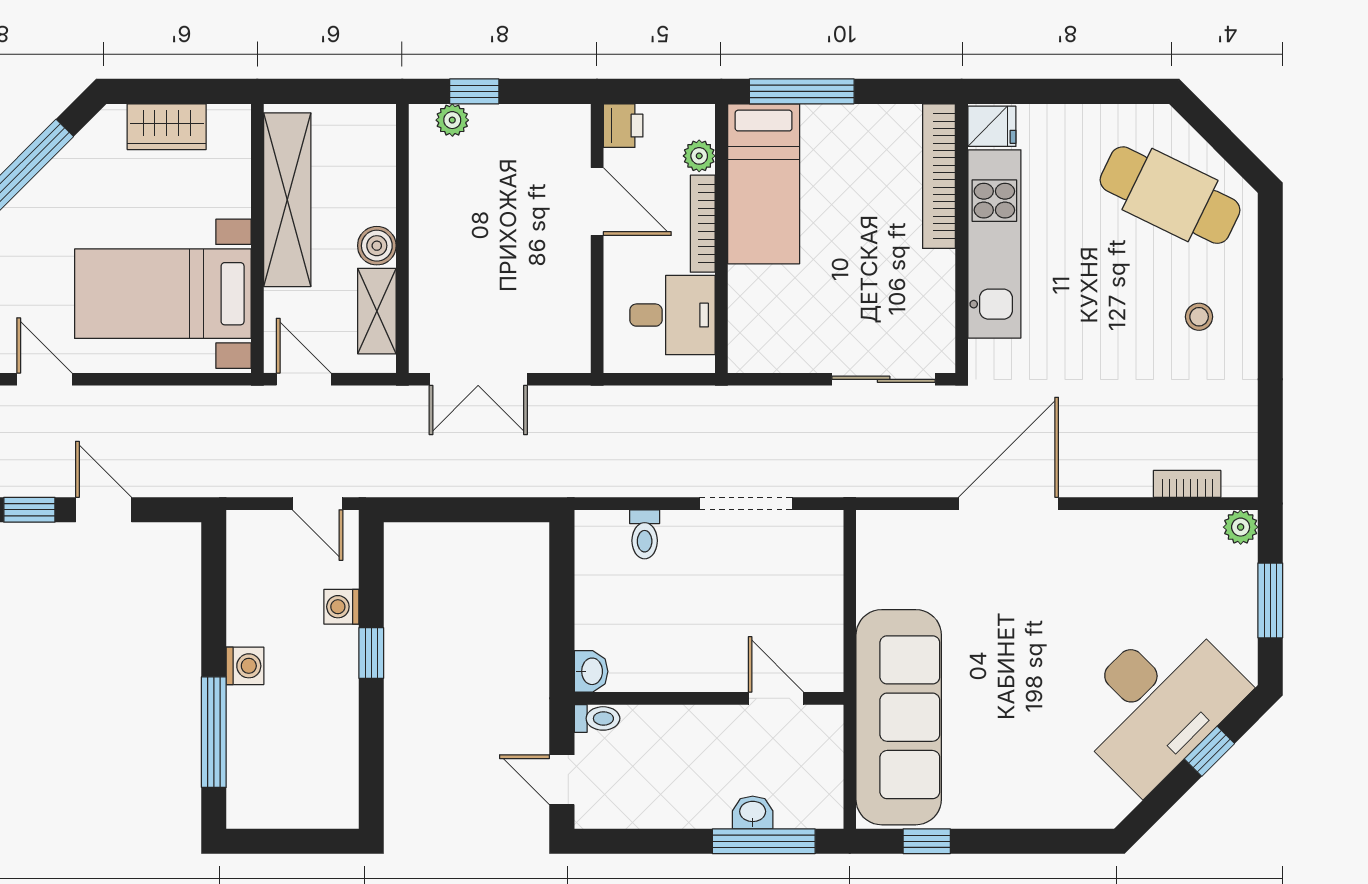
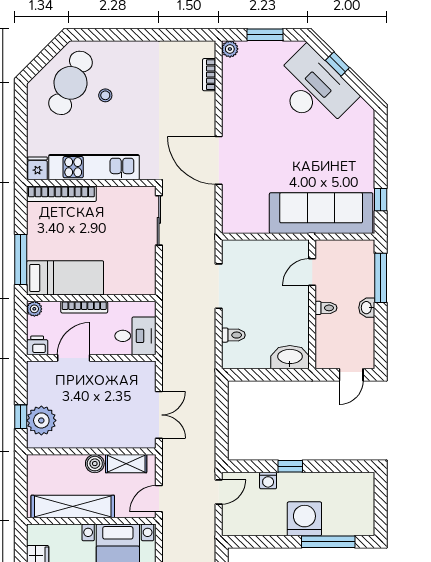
plant: (452, 120) -> (41, 420), width x1.88, depth x1.88
plant: (699, 156) -> (34, 309), moved
desk: (672, 315) -> (135, 336), moved, turned 90
stool: (1199, 317) -> (105, 95), moved
washing machine: (245, 666) -> (304, 519), width x1.89, depth x1.89
washbasin: (591, 671) -> (290, 357), width x1.91, depth x1.45
toilet: (597, 718) -> (326, 308), moved, turned 90
washbasin: (753, 812) -> (367, 308), moved

